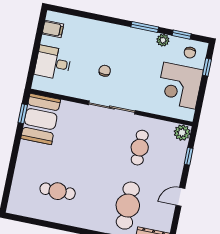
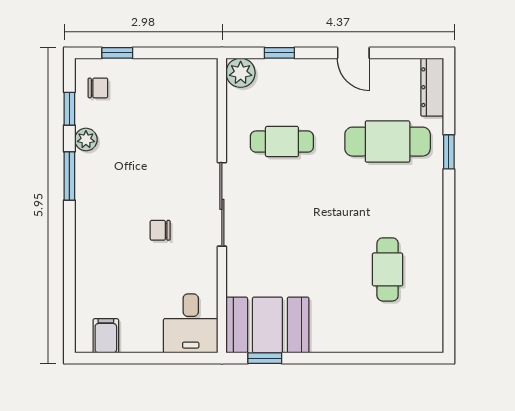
desk: (53, 63) -> (191, 323), moved
corner desk: (180, 86) -> (159, 94), removed

